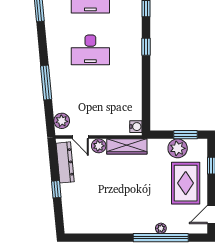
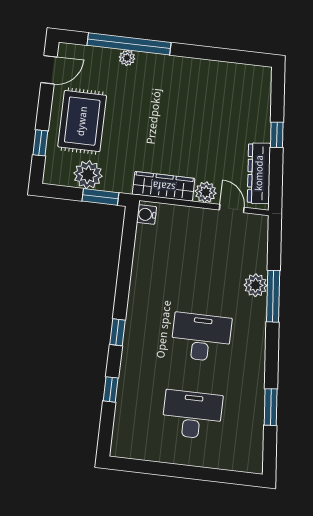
plant: (62, 121) -> (256, 285), moved
window: (186, 135) -> (100, 197), moved

